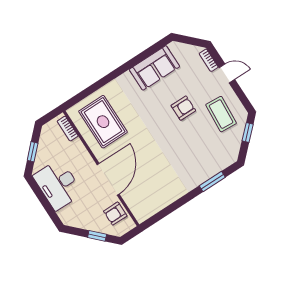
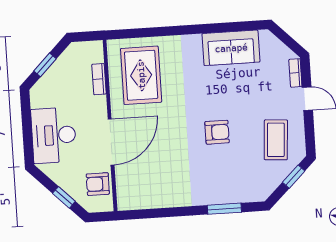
armchair: (183, 108) -> (217, 132), moved
bookcase: (68, 129) -> (99, 79), moved
desk: (58, 185) -> (54, 135), moved

